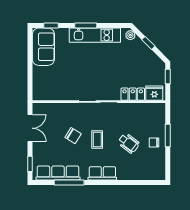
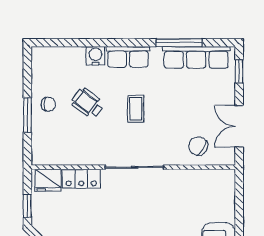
chair: (73, 136) -> (198, 146), moved
water cooler: (123, 174) -> (95, 56), added

